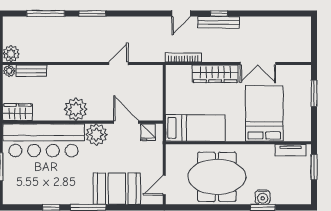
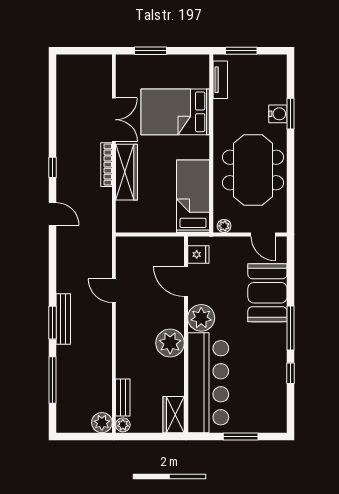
bench: (219, 22) -> (63, 319), moved
bookcase: (183, 57) -> (106, 165), moved
door: (126, 122) -> (186, 281), hinge flipped
plant: (171, 153) -> (224, 226), added

